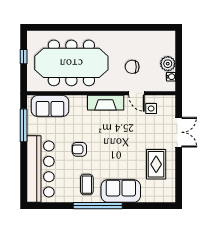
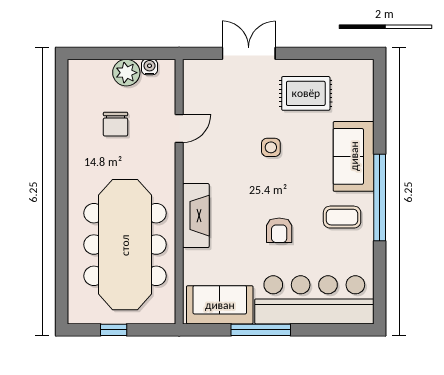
chair: (132, 67) -> (115, 124), moved
fireplace: (106, 103) -> (196, 216), moved
sofa: (50, 106) -> (220, 305), moved, turned -90
side table: (151, 108) -> (271, 147), moved
window: (24, 125) -> (261, 330), moved

